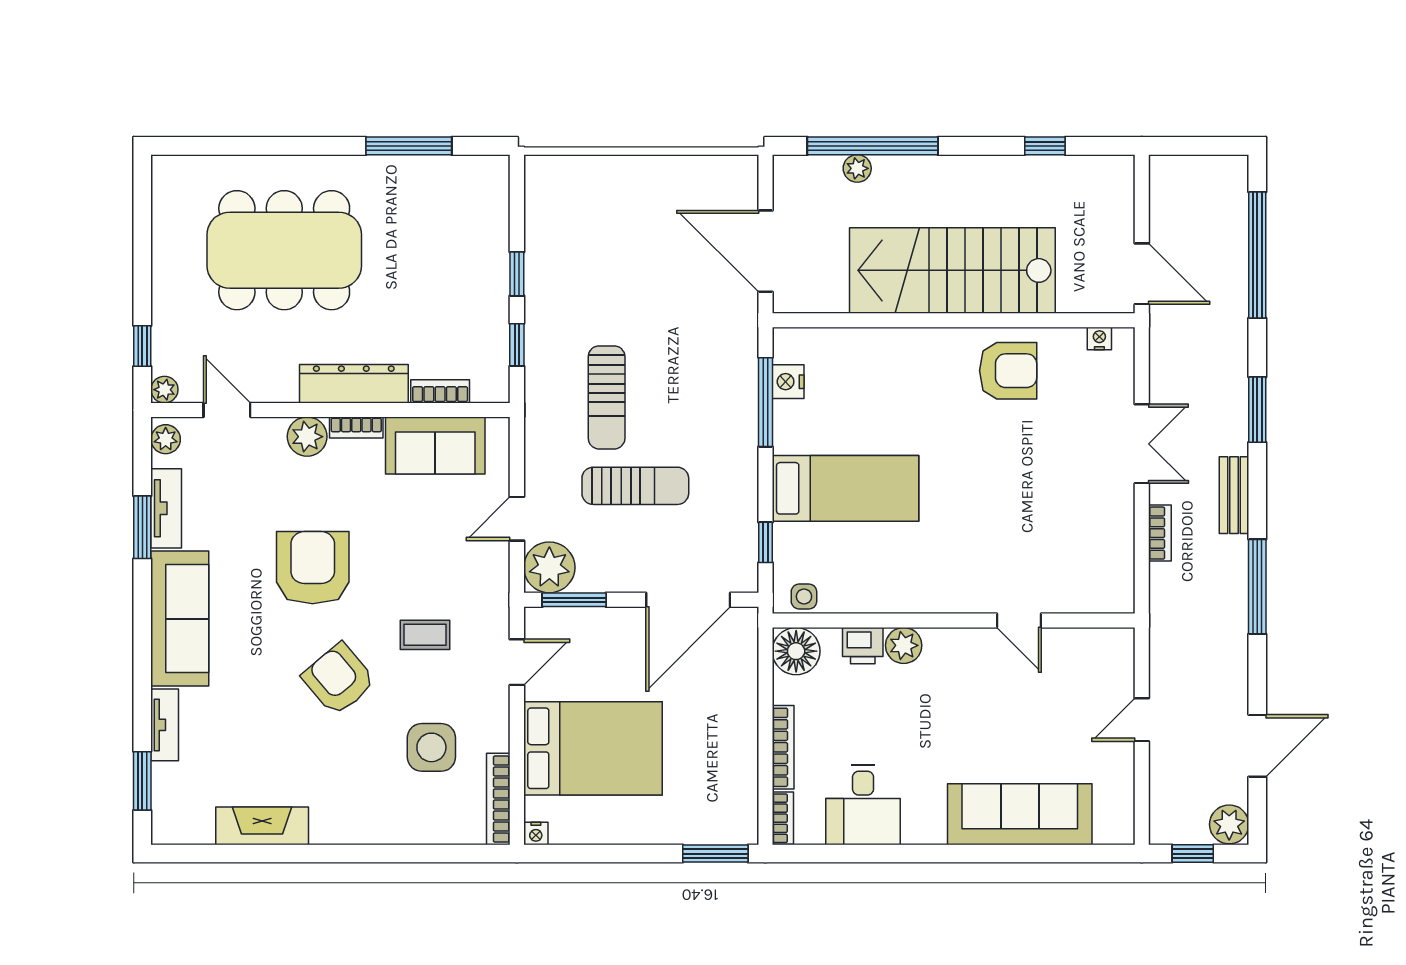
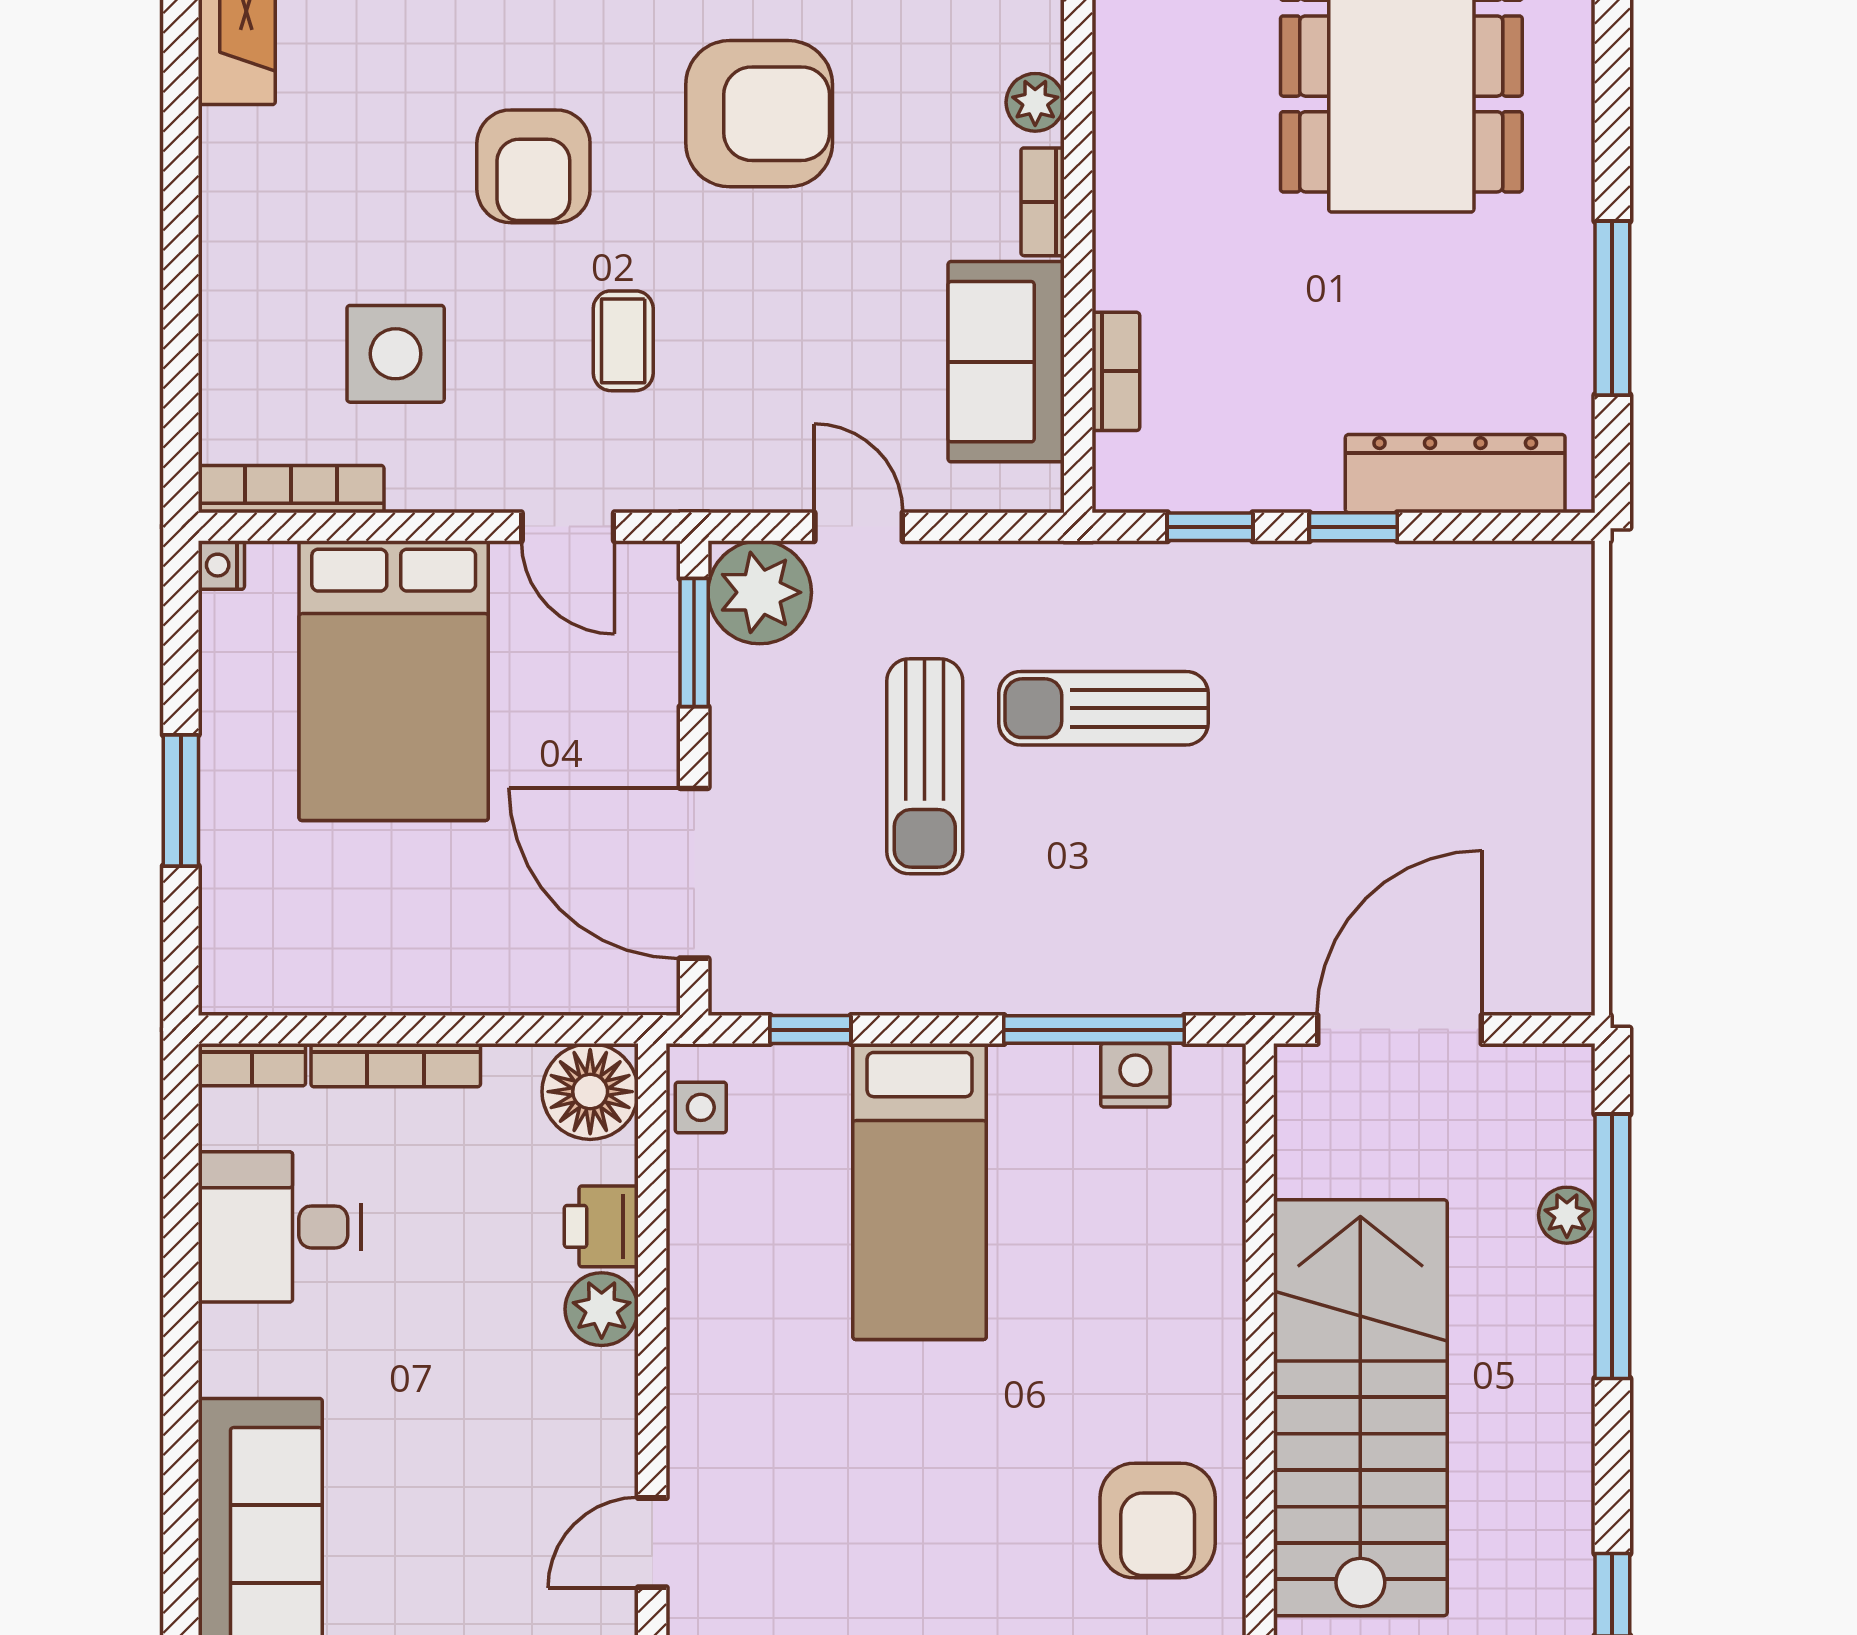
dresser: (354, 384) -> (1455, 474), moved, turned -90
plant: (307, 437) -> (1035, 102), width x0.73, depth x0.73
armchair: (339, 679) -> (533, 166), turned 130
window: (715, 854) -> (181, 800), moved

